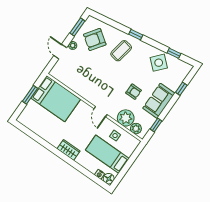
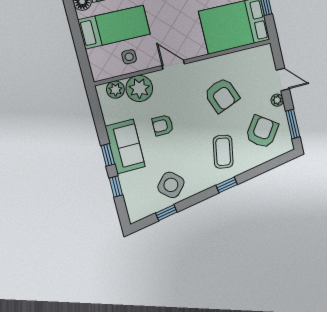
armchair: (94, 75) -> (222, 95), added
window: (156, 125) -> (108, 155), moved

